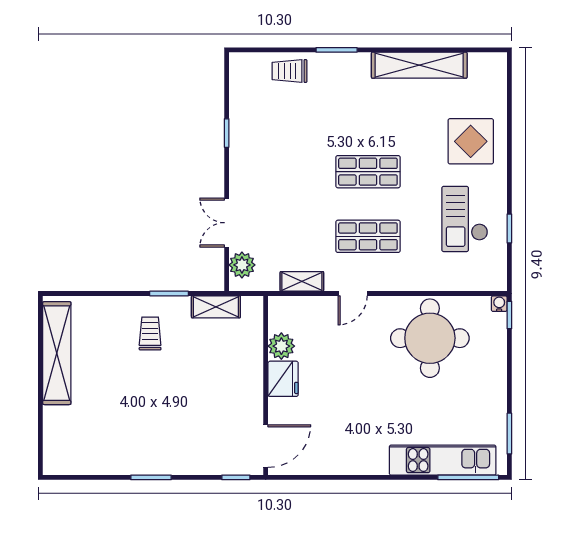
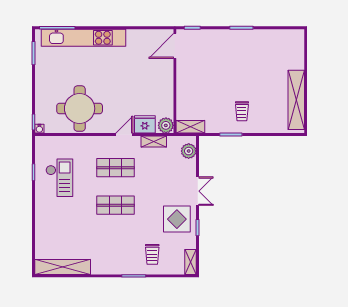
shelving: (419, 65) -> (63, 267), moved
trolley: (289, 71) -> (152, 254), moved, turned 90
shelving: (239, 74) -> (191, 262), added
display table: (471, 141) -> (177, 219), moved
double door: (227, 223) -> (198, 191), moved
shelving: (216, 307) -> (190, 127), moved
plant: (281, 346) -> (166, 125), moved
fridge: (283, 379) -> (145, 124), moved, turned 90
kitchen unit: (443, 460) -> (83, 38), width x1.36

